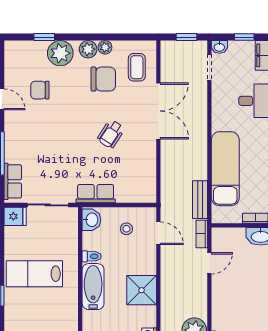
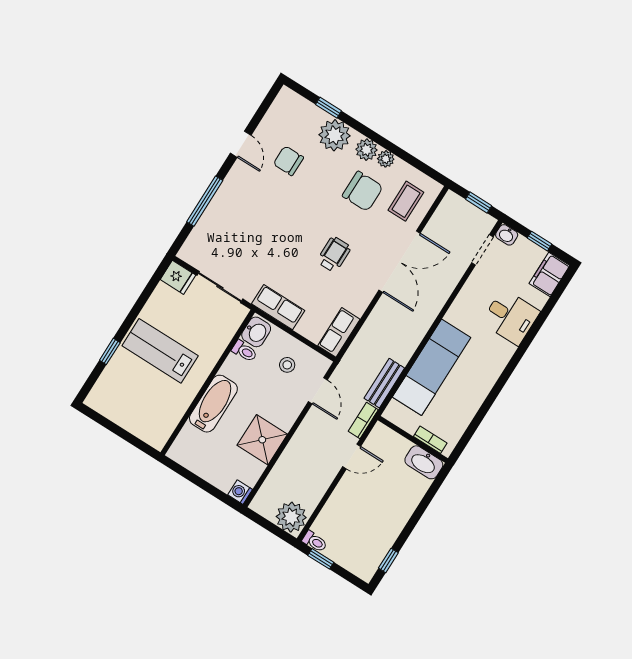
wheelchair: (111, 134) -> (334, 254), turned 147
row of seats: (13, 181) -> (339, 332), moved, turned 180
toilet: (92, 256) -> (244, 351), moved

